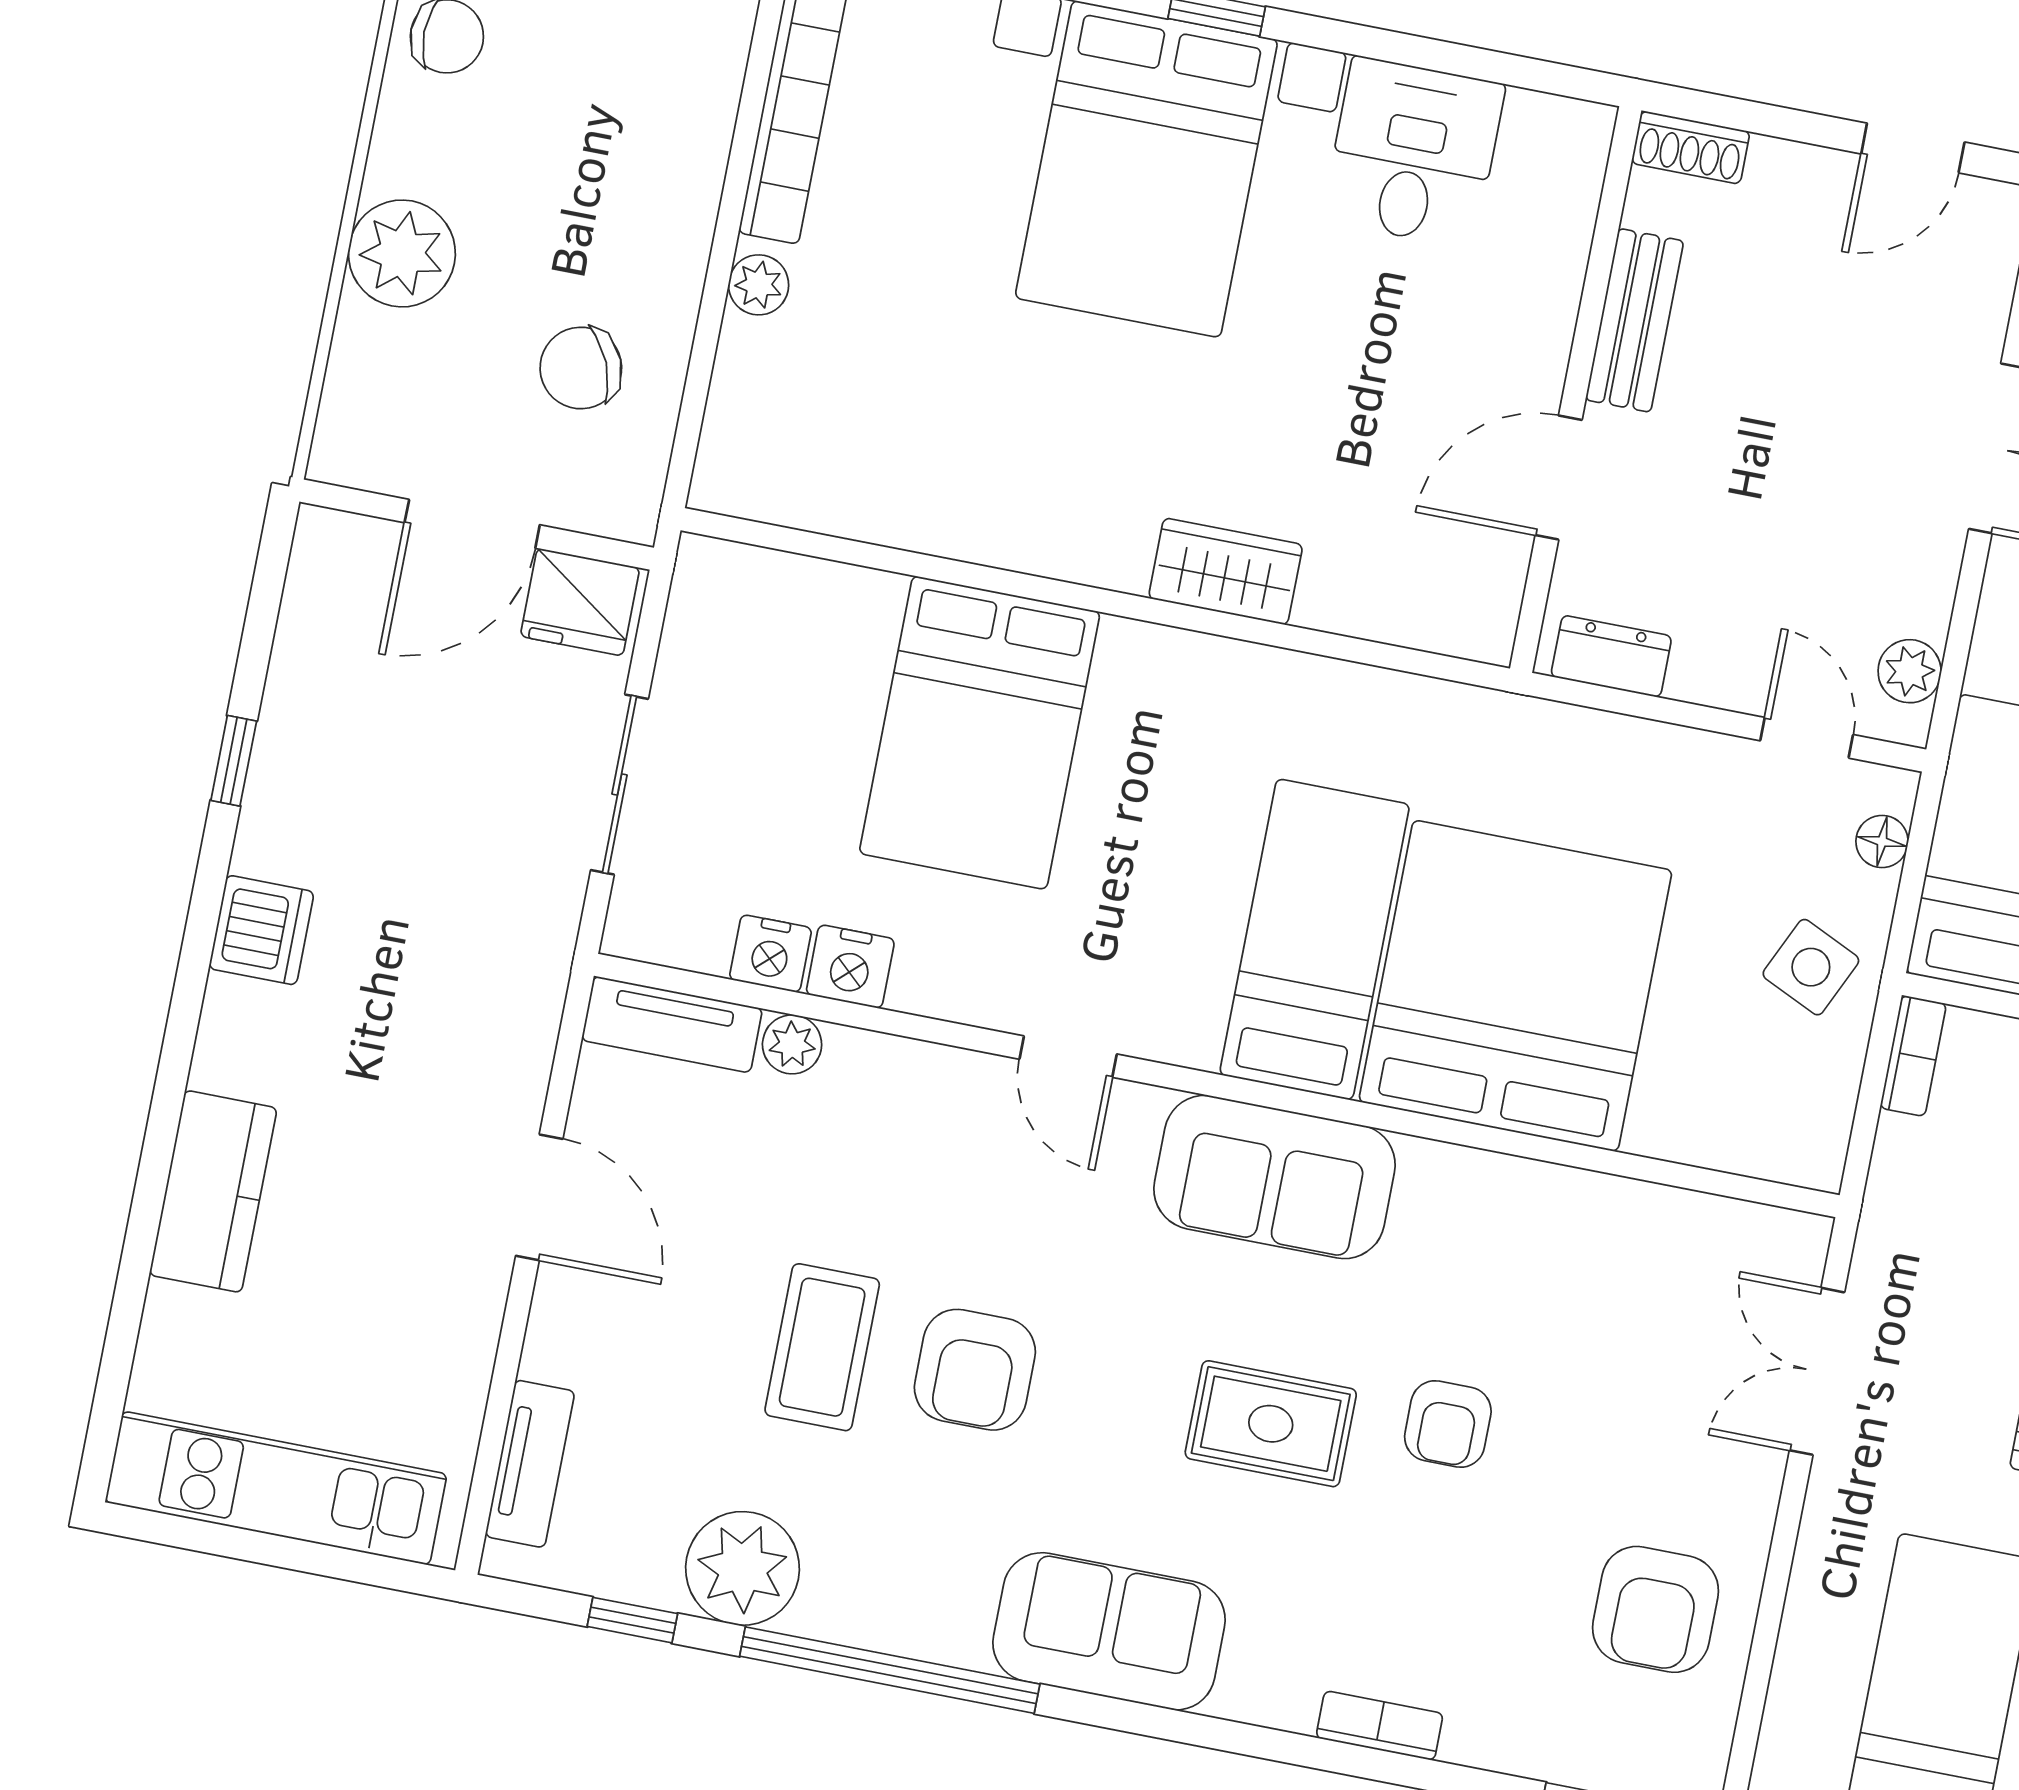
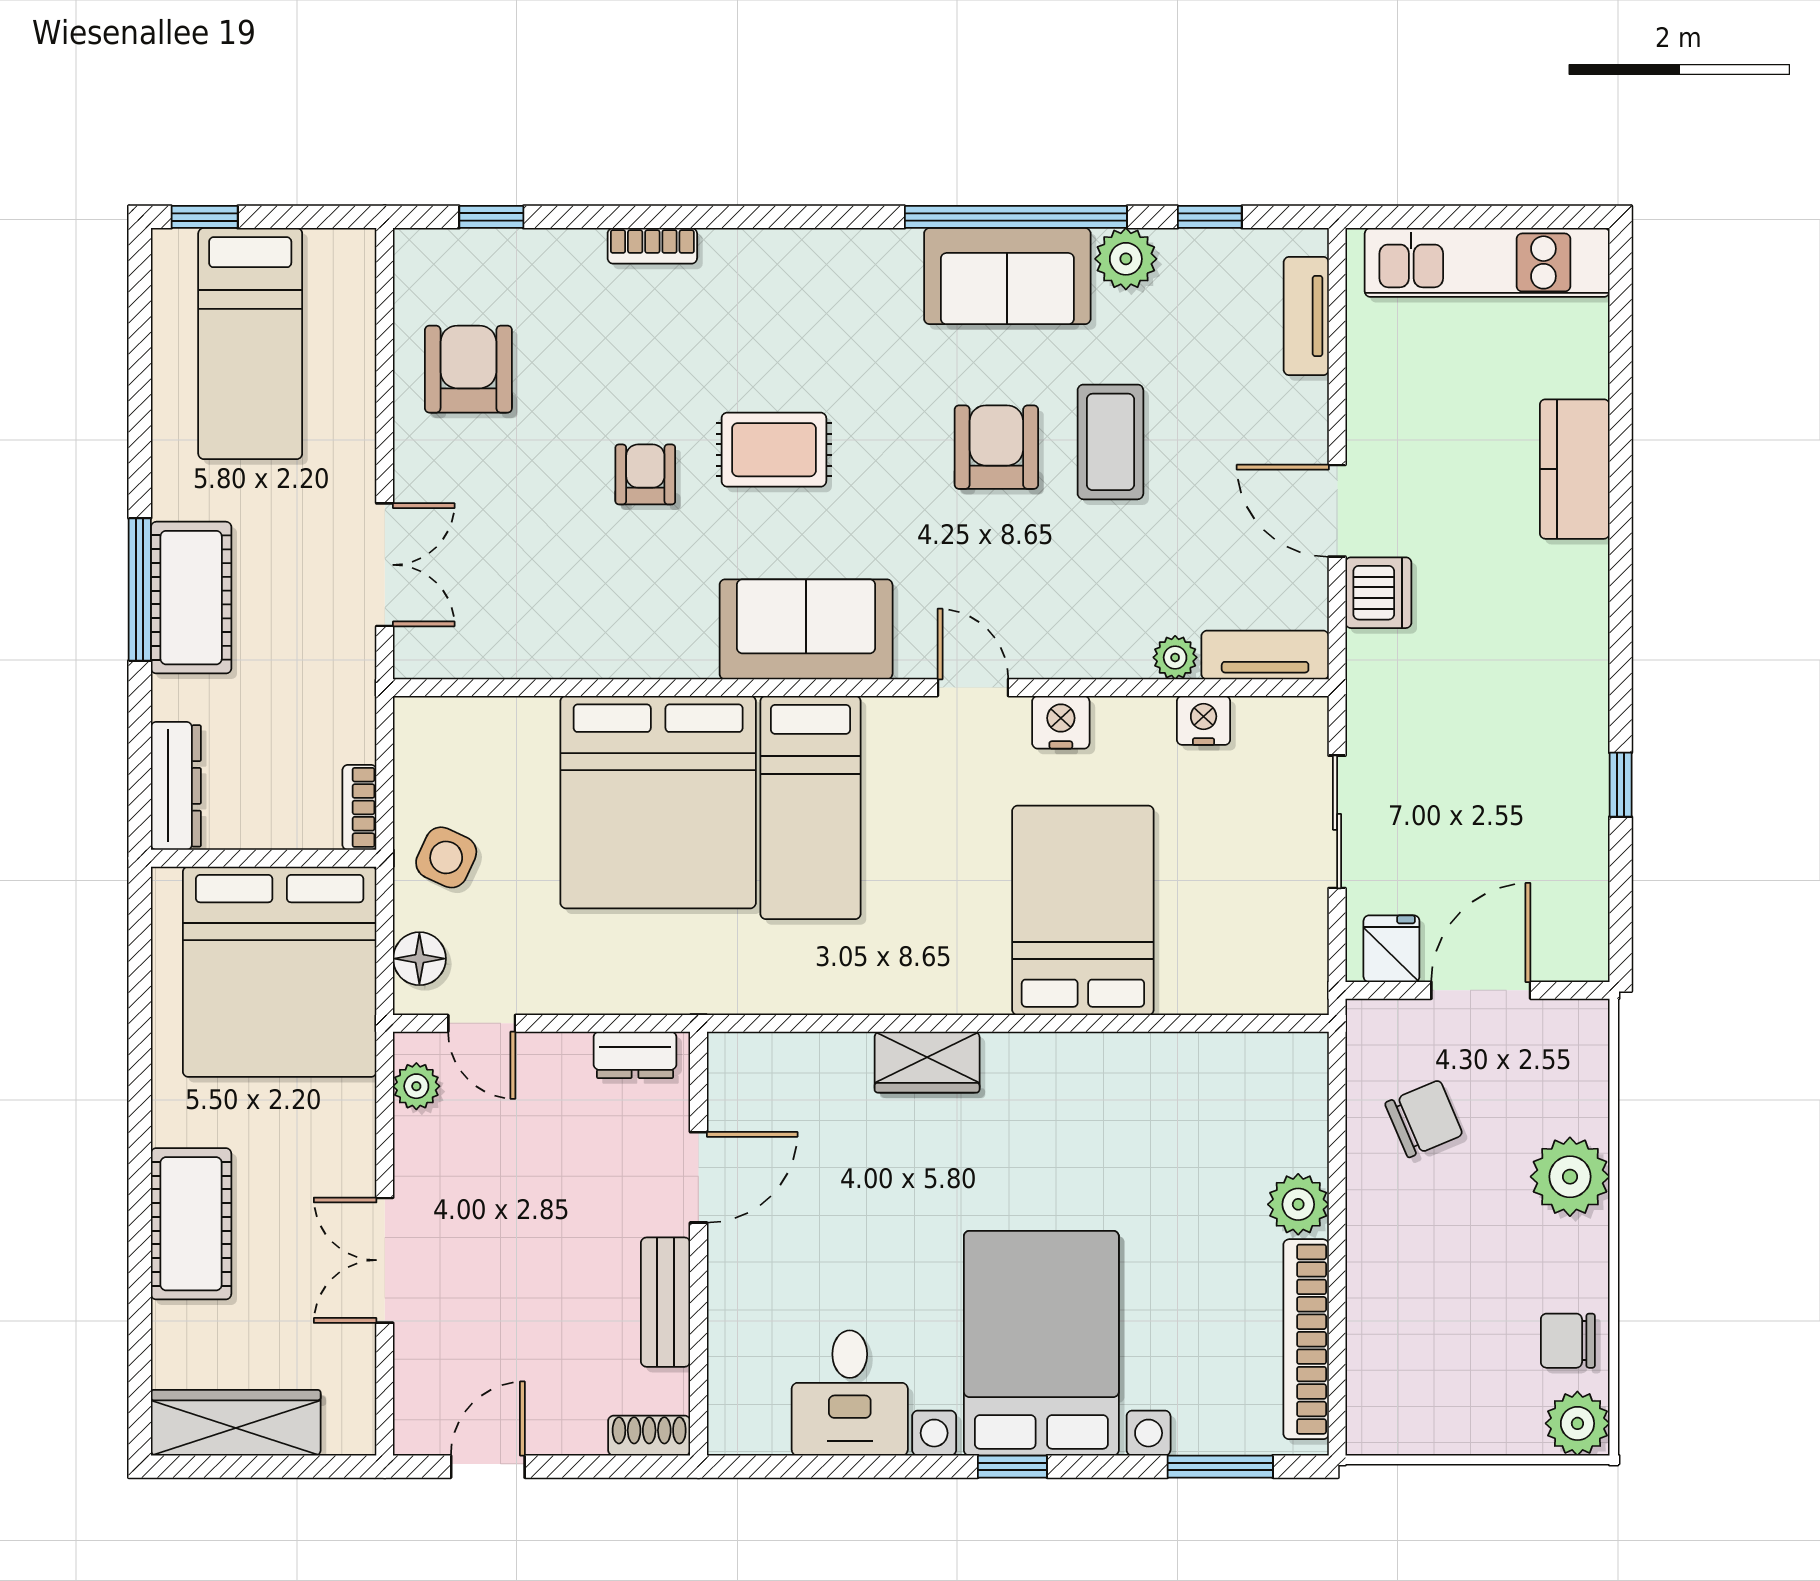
plant: (759, 285) -> (1298, 1204), width x1.38, depth x1.38
fridge: (580, 602) -> (1391, 949), width x0.72
floor lamp: (1882, 841) -> (419, 959), width x1.37, depth x1.37
dishwasher: (261, 930) -> (1378, 593), moved, turned 180
nightstand: (850, 967) -> (1061, 722), moved
plant: (743, 1568) -> (1126, 259), width x0.73, depth x0.73
sofa: (1109, 1631) -> (1007, 276), moved

